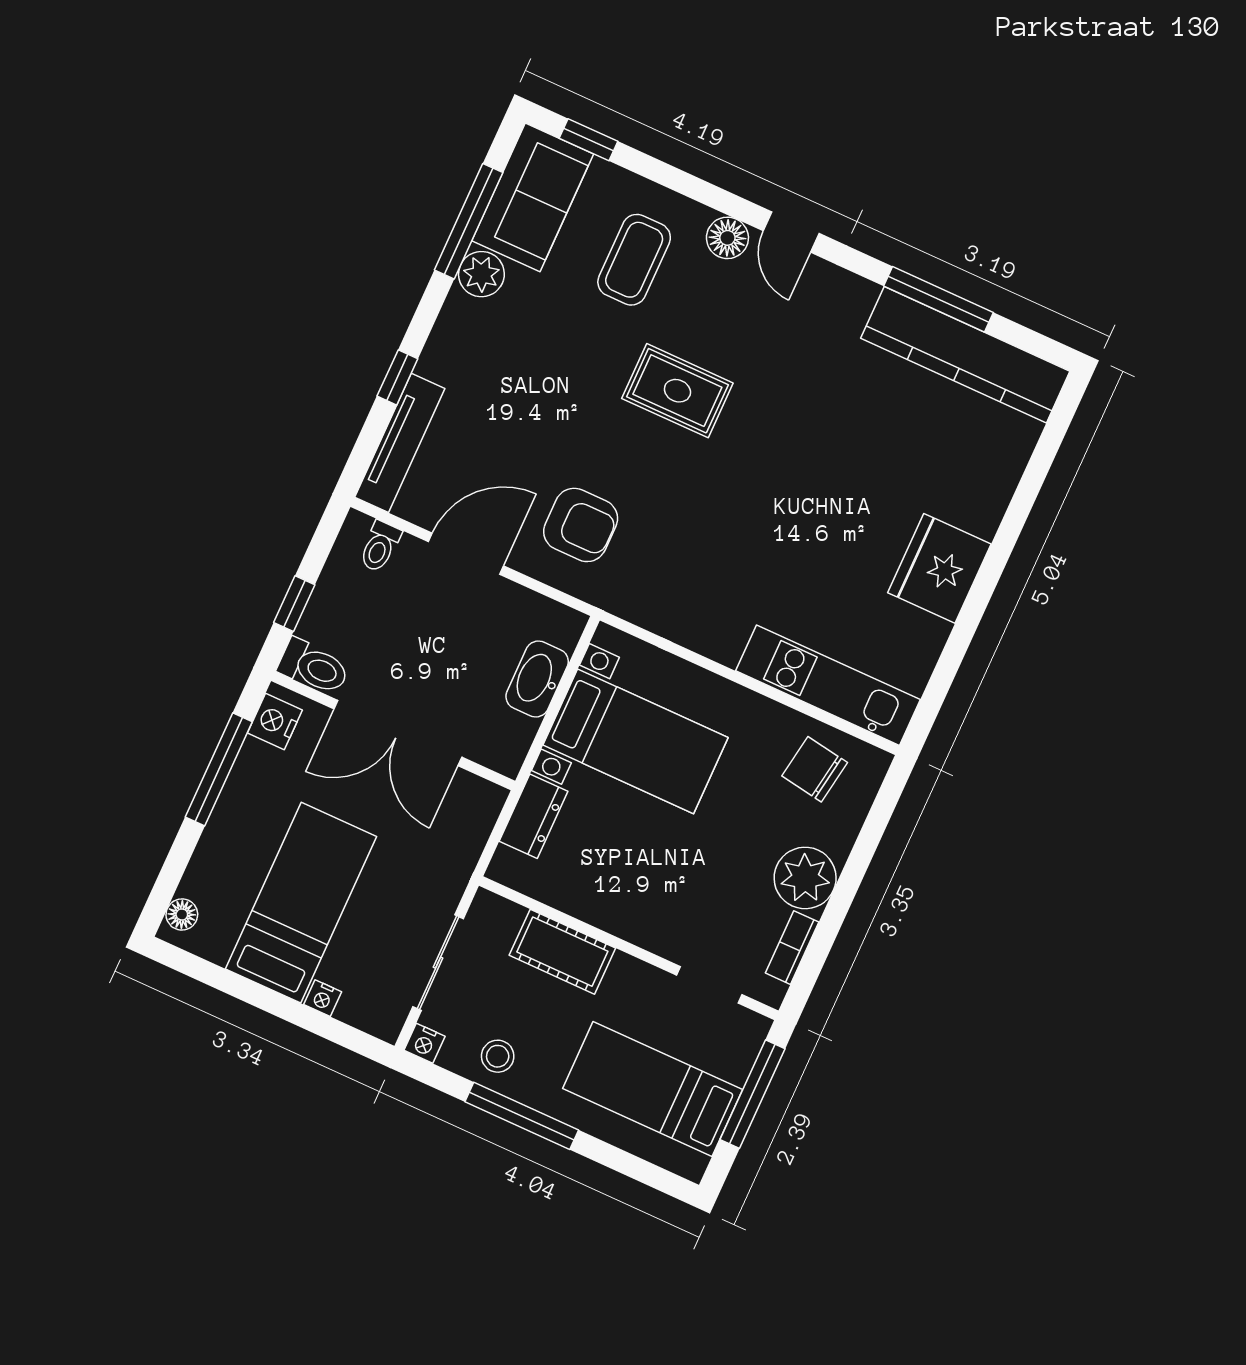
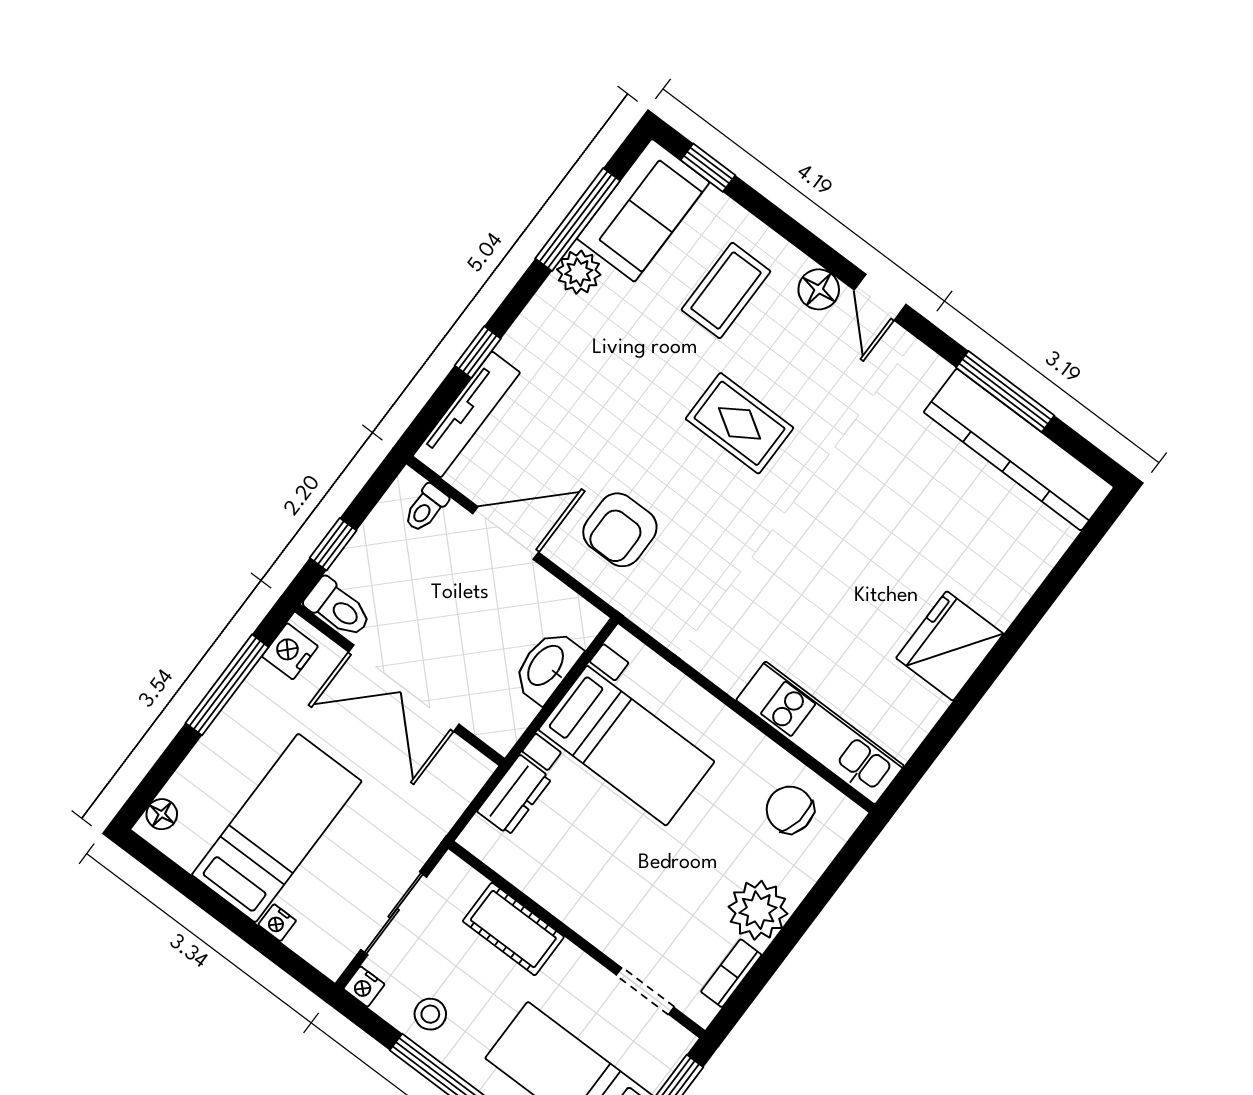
armchair: (581, 525) -> (620, 530), turned 90

